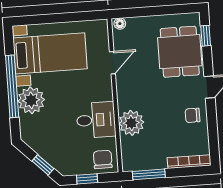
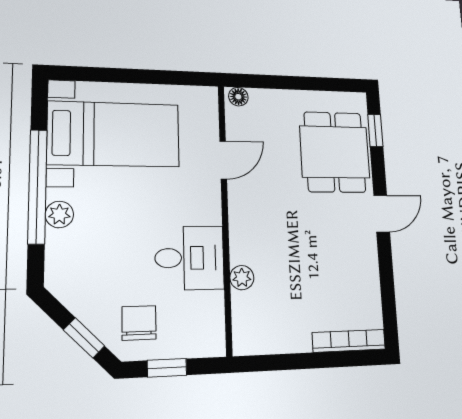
plant: (31, 100) -> (59, 214), width x0.53, depth x0.53
chair: (192, 115) -> (355, 260), removed
plant: (131, 123) -> (242, 278), width x0.53, depth x0.53
chair: (103, 159) -> (139, 323), moved
window: (149, 174) -> (280, 362), removed

